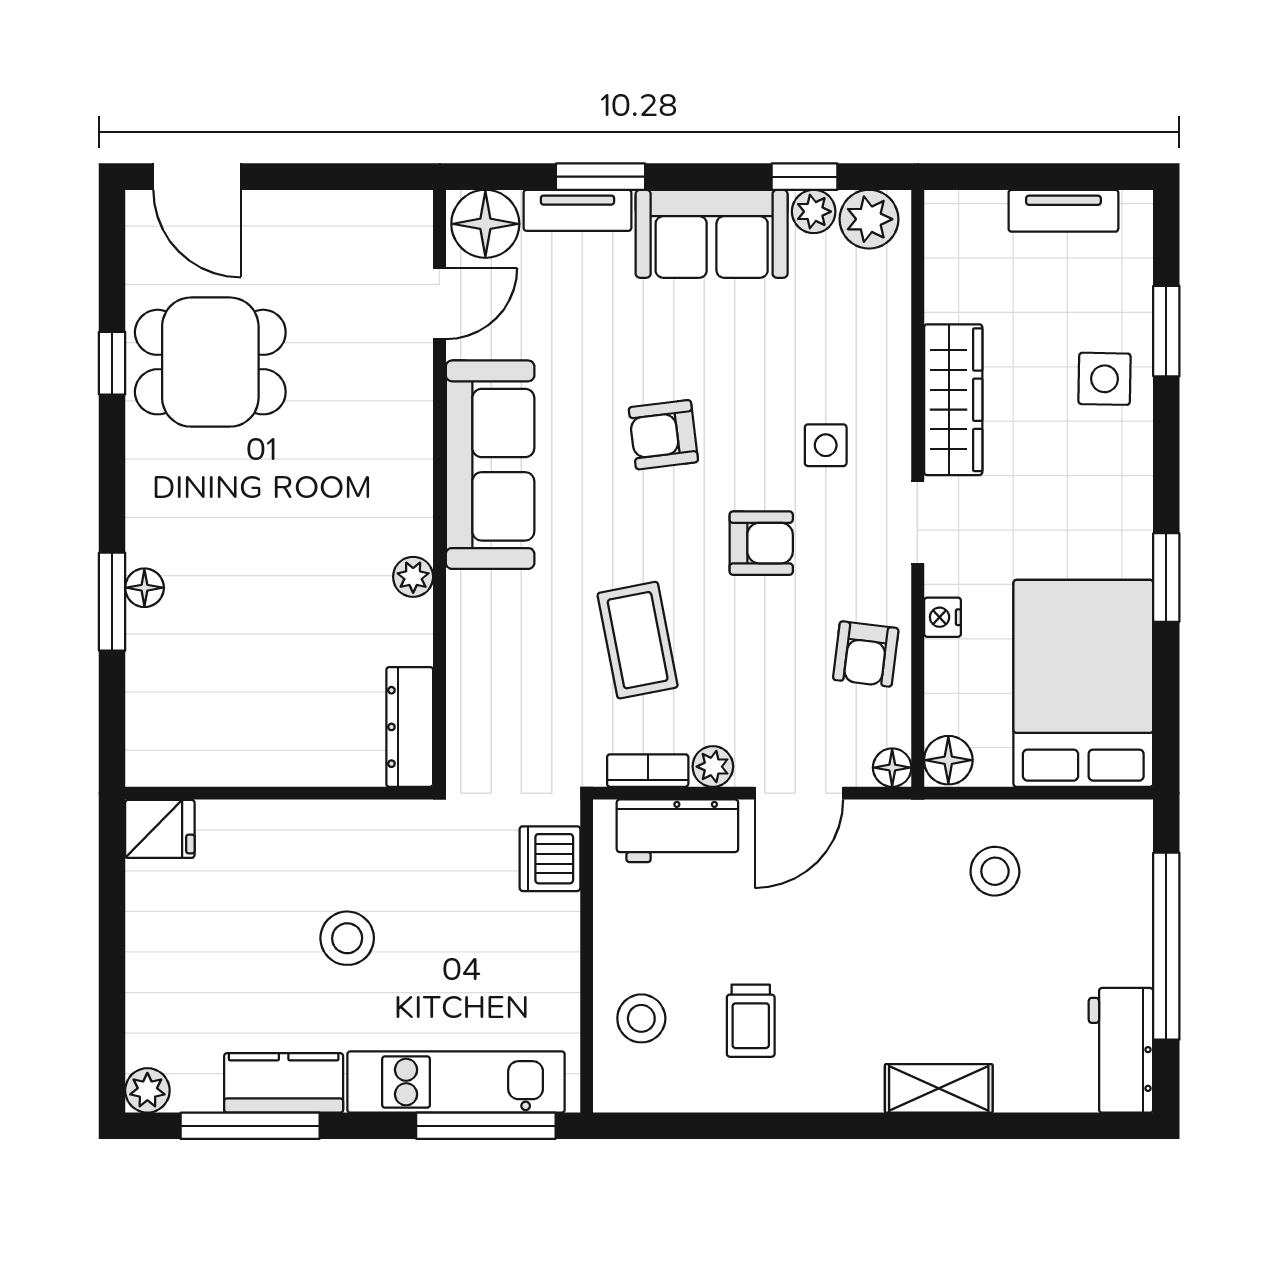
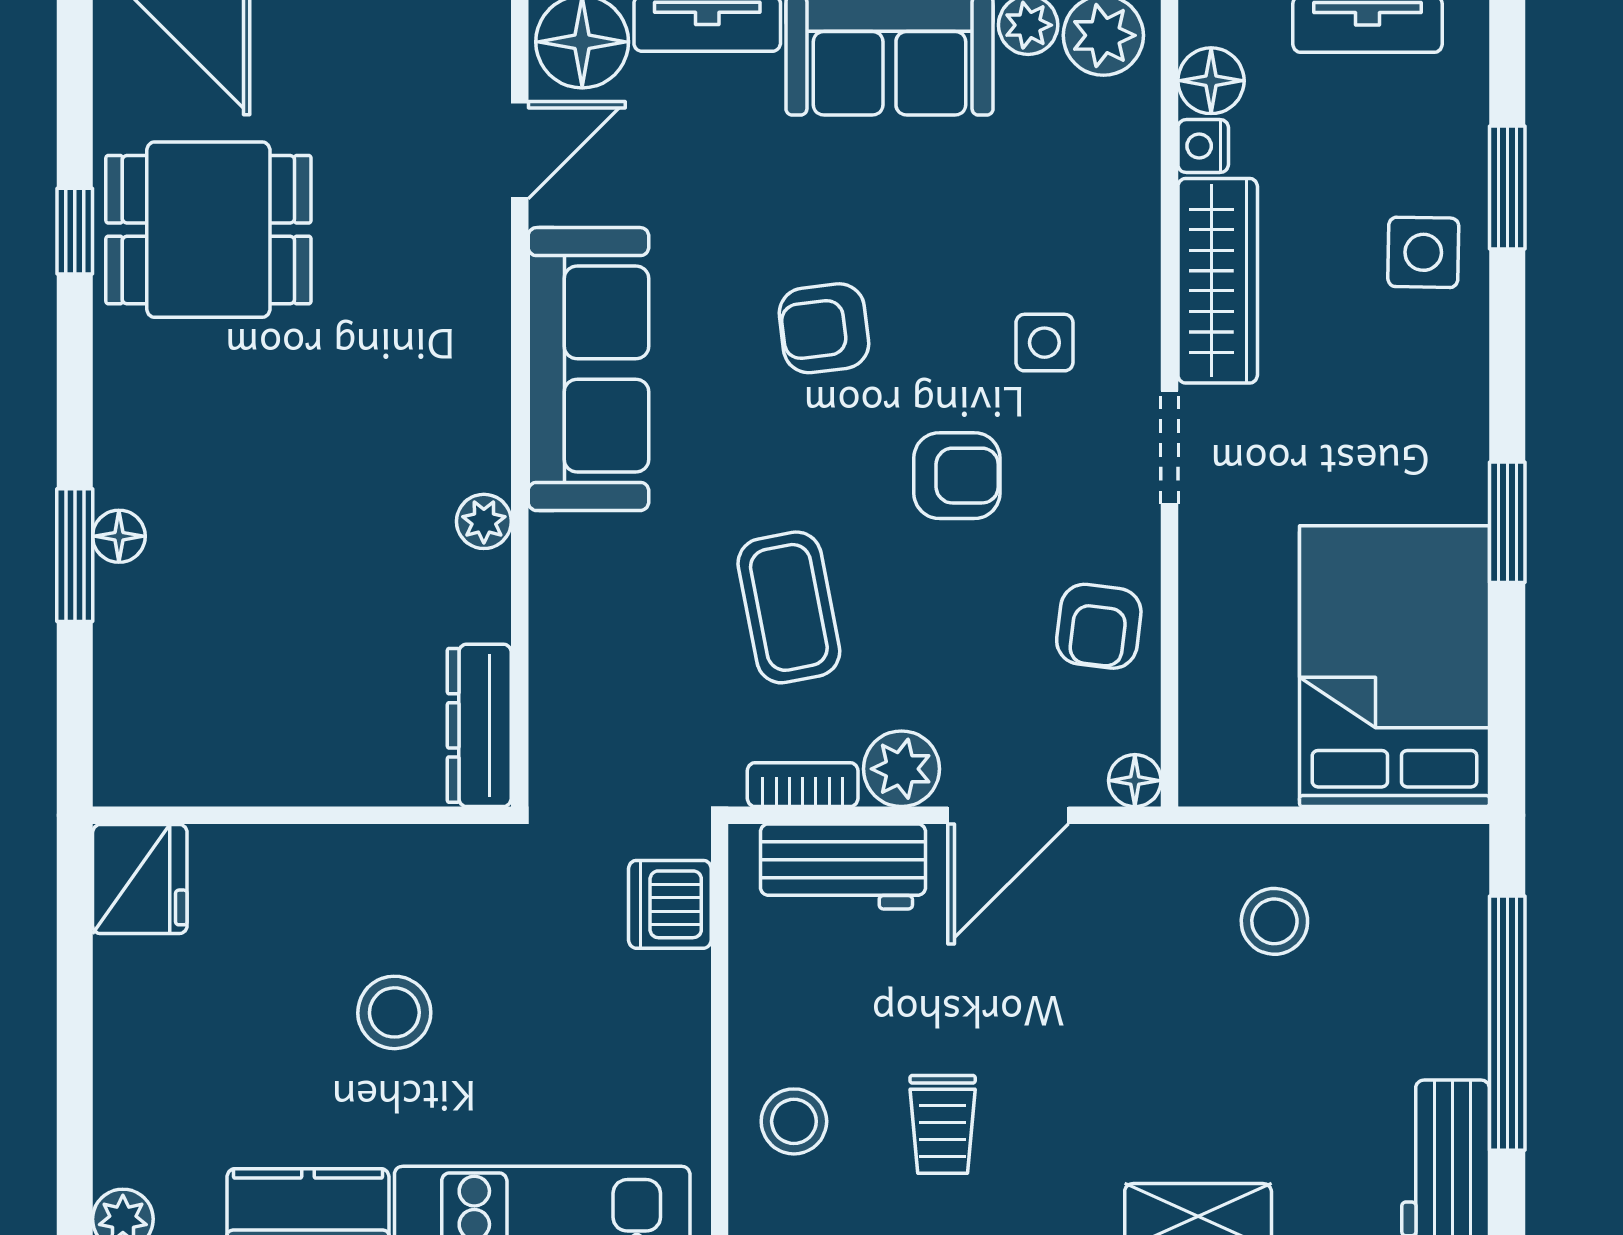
nightstand: (942, 617) -> (1203, 146), moved
floor lamp: (948, 760) -> (1211, 81), moved
plant: (713, 767) -> (901, 769), width x1.38, depth x1.38
fridge: (160, 829) -> (140, 879), width x1.38

